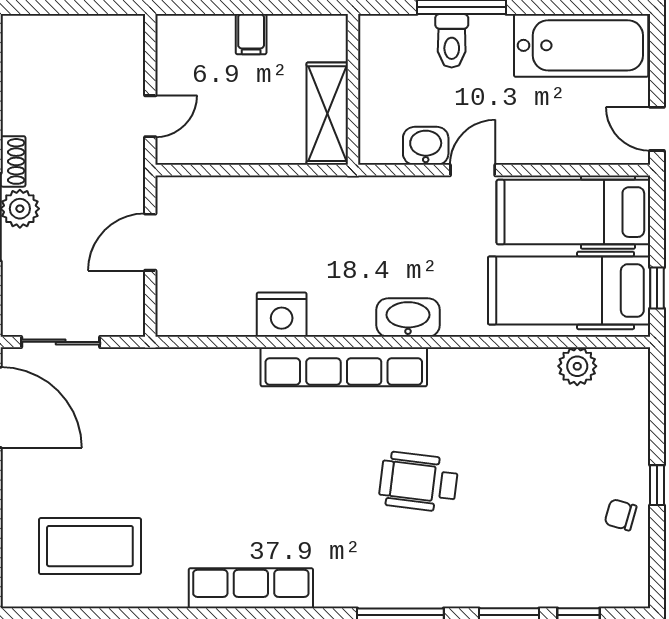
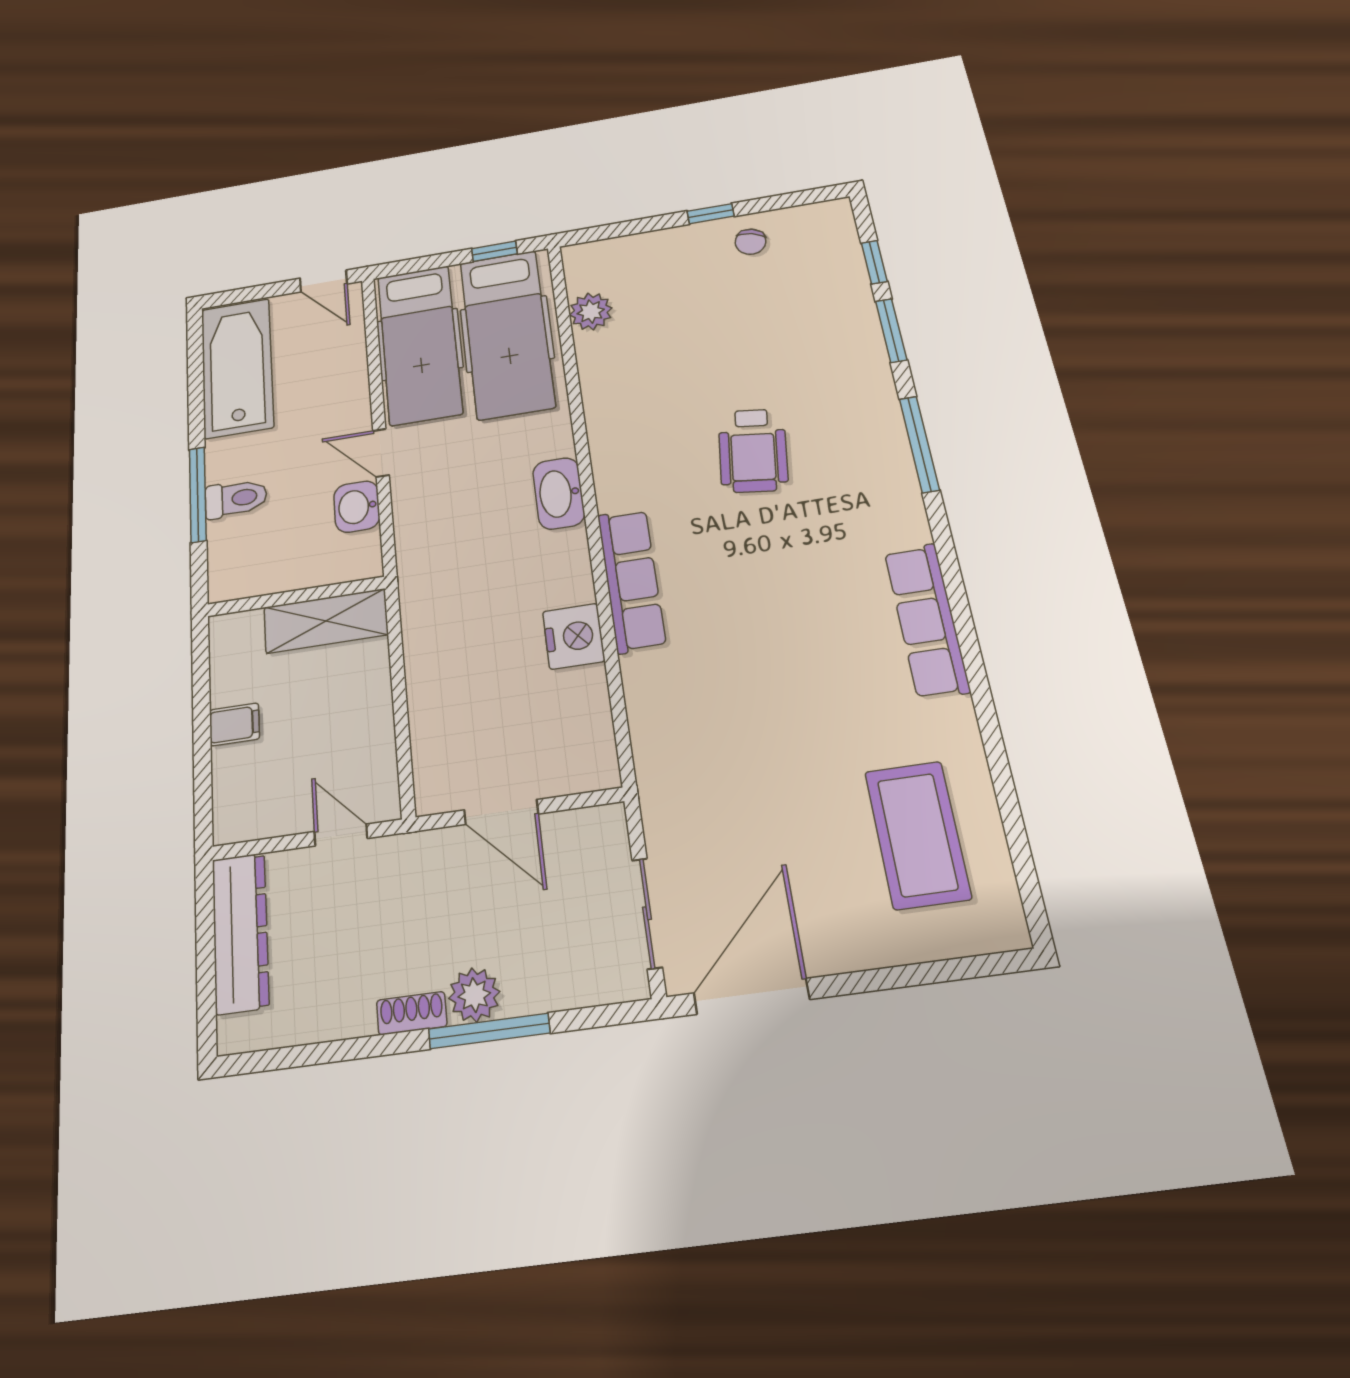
dresser: (87, 34) -> (240, 933), added
door: (657, 129) -> (323, 281), hinge flipped
row of seats: (344, 367) -> (631, 580), width x0.73

